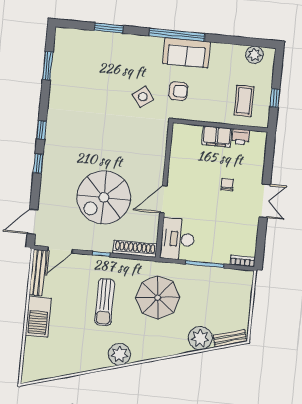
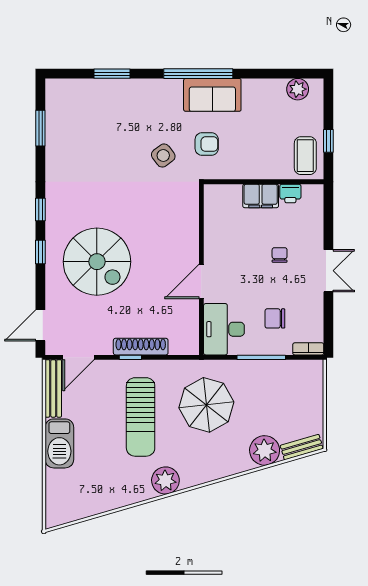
coffee table: (244, 101) -> (305, 156), moved
spiral stairs: (104, 197) -> (97, 262), moved, turned -90
chair: (219, 234) -> (275, 318), added
shoe rack: (135, 249) -> (141, 347), moved
sun lounger: (105, 302) -> (141, 417), width x1.36, depth x1.34

